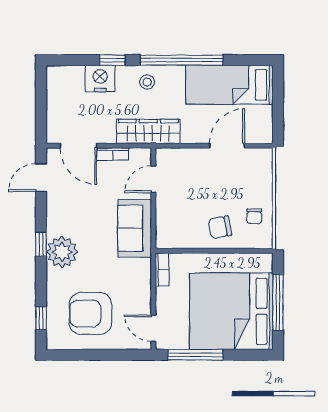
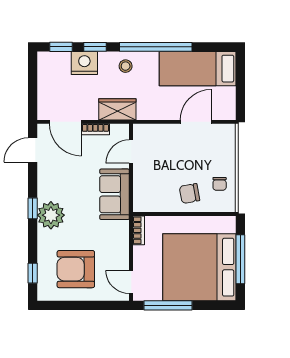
window: (73, 60) -> (61, 47), added
wardrobe: (148, 131) -> (117, 109), width x0.67

